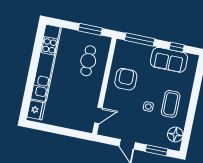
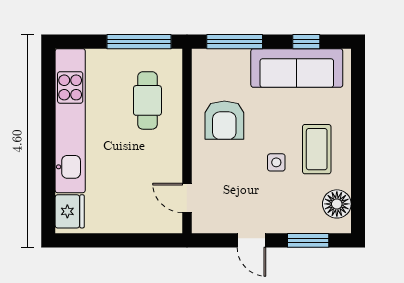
window: (90, 29) -> (139, 42), width x1.44
sofa: (169, 60) -> (297, 68), width x1.36
armchair: (126, 79) -> (224, 120), turned 180
door: (98, 115) -> (187, 198), swing flipped

